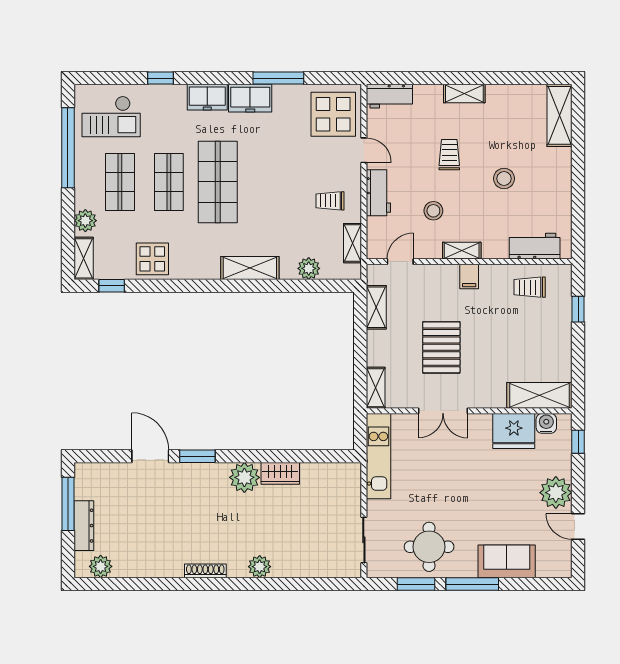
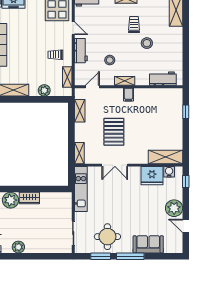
trolley: (449, 155) -> (134, 25), moved
trolley: (530, 287) -> (160, 100), removed

